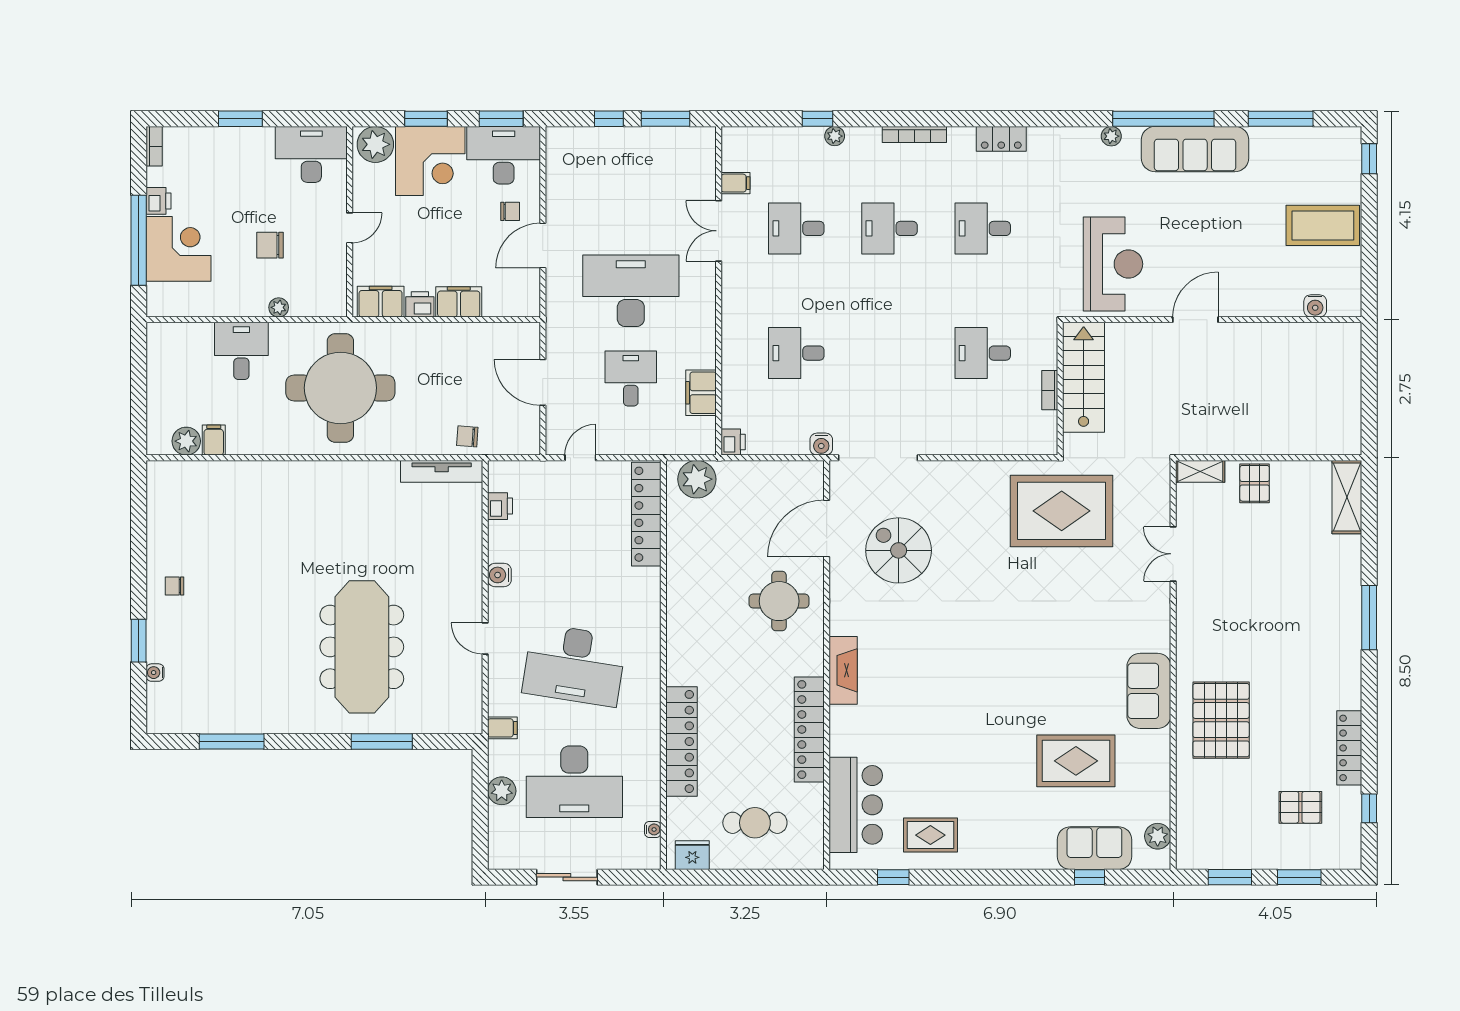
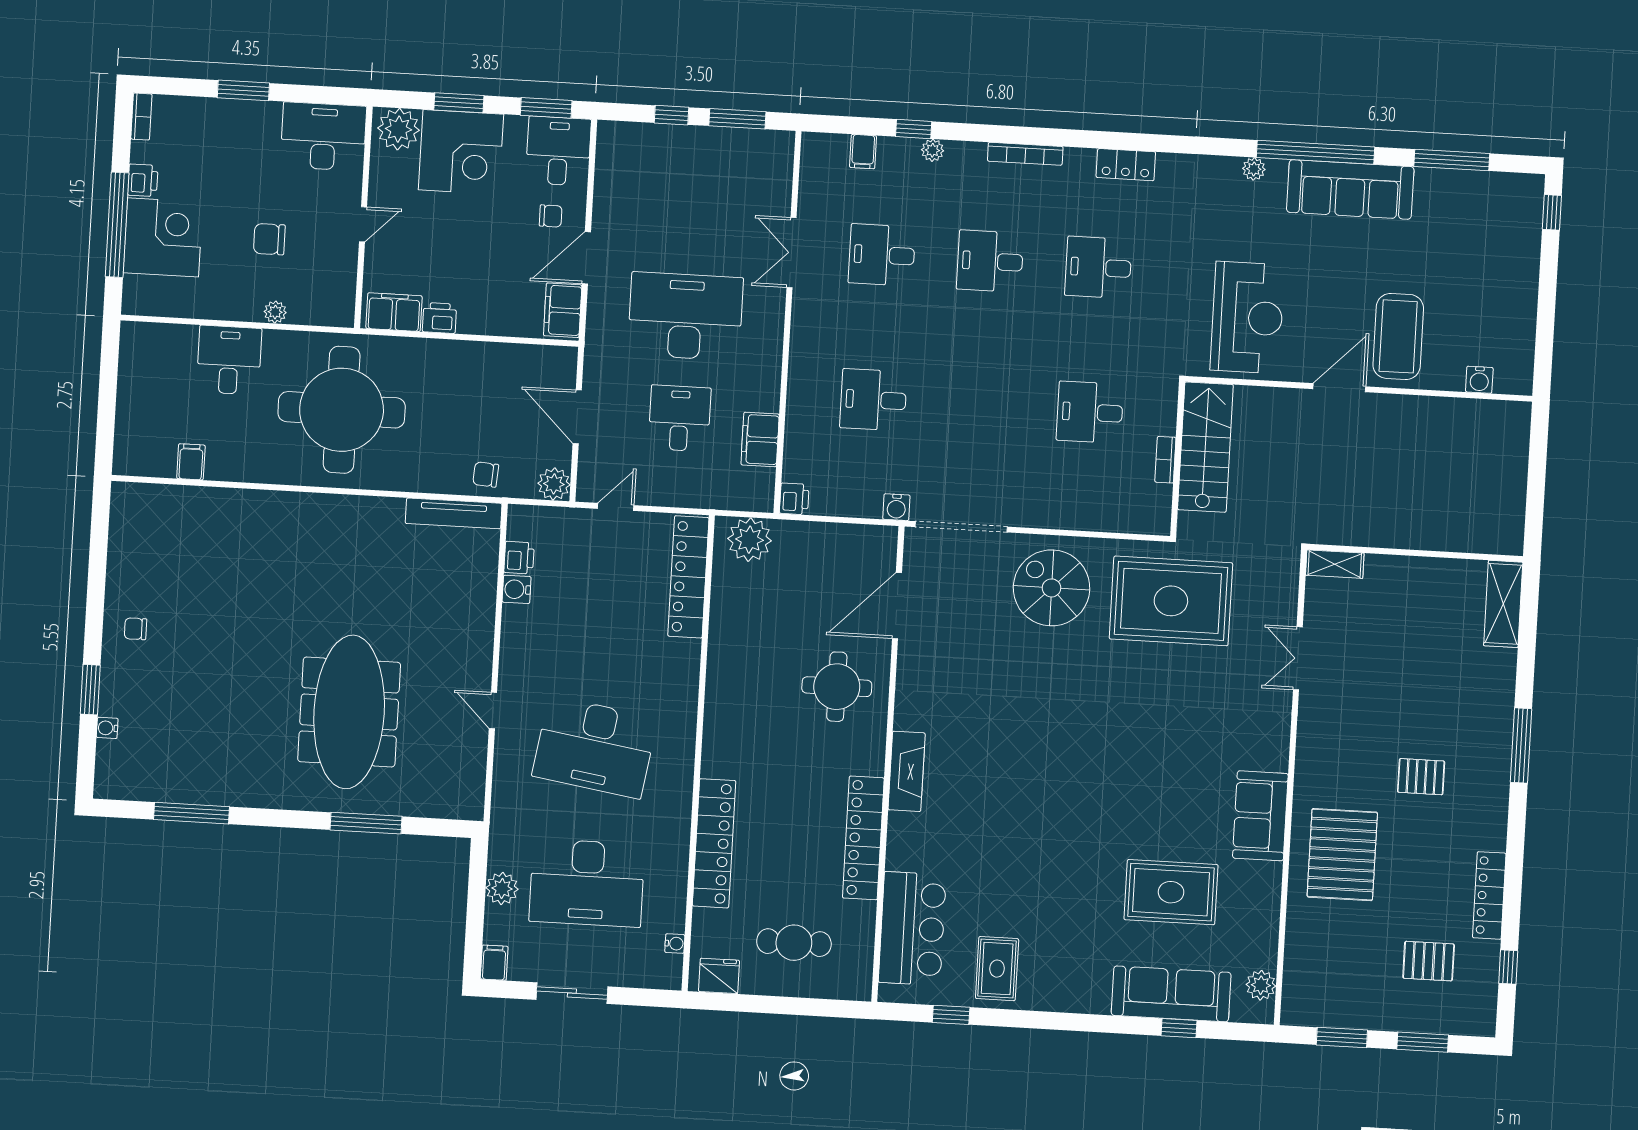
desk: (504, 155) -> (558, 151), width x0.73
filing cabinet: (736, 183) -> (863, 152), moved, turned 90
coffee table: (1323, 225) -> (1398, 336), moved, turned 90
filing cabinet: (459, 302) -> (563, 310), moved, turned -90
plant: (186, 441) -> (554, 484), moved
pallet: (1255, 483) -> (1421, 777), moved, turned 90
spiral stairs: (899, 550) -> (1052, 588), moved
water cooler: (499, 575) -> (517, 589), moved
filing cabinet: (502, 728) -> (494, 963), moved, turned -90
rug: (930, 835) -> (997, 969), turned 90
sofa: (1094, 848) -> (1171, 994), width x1.36

